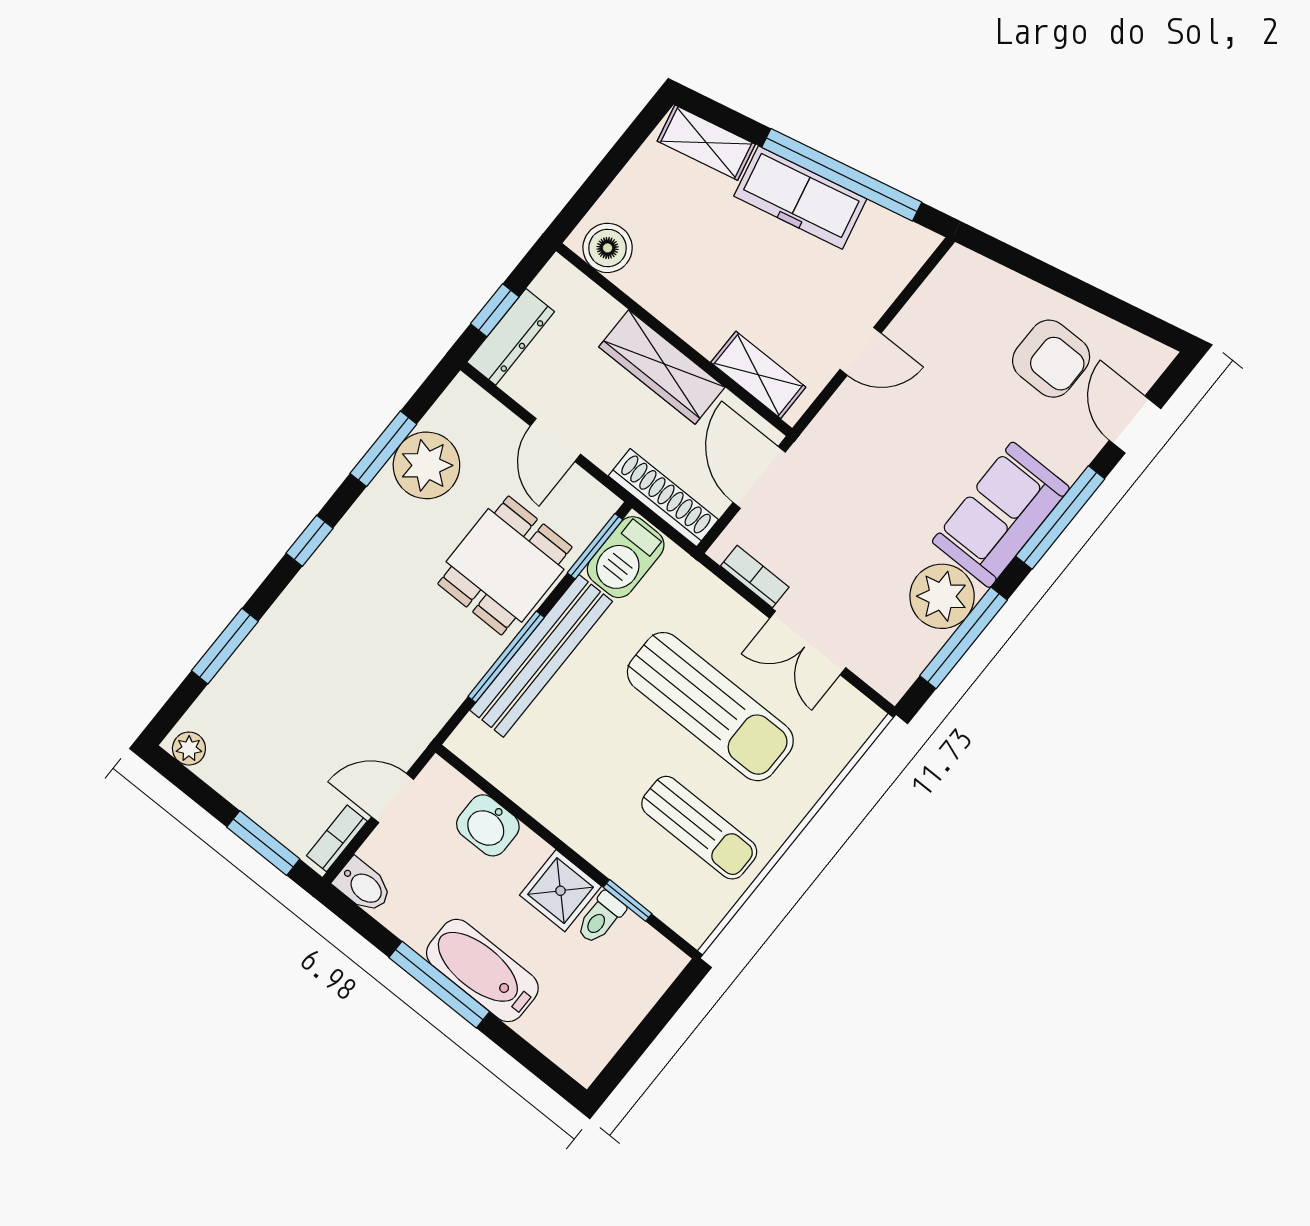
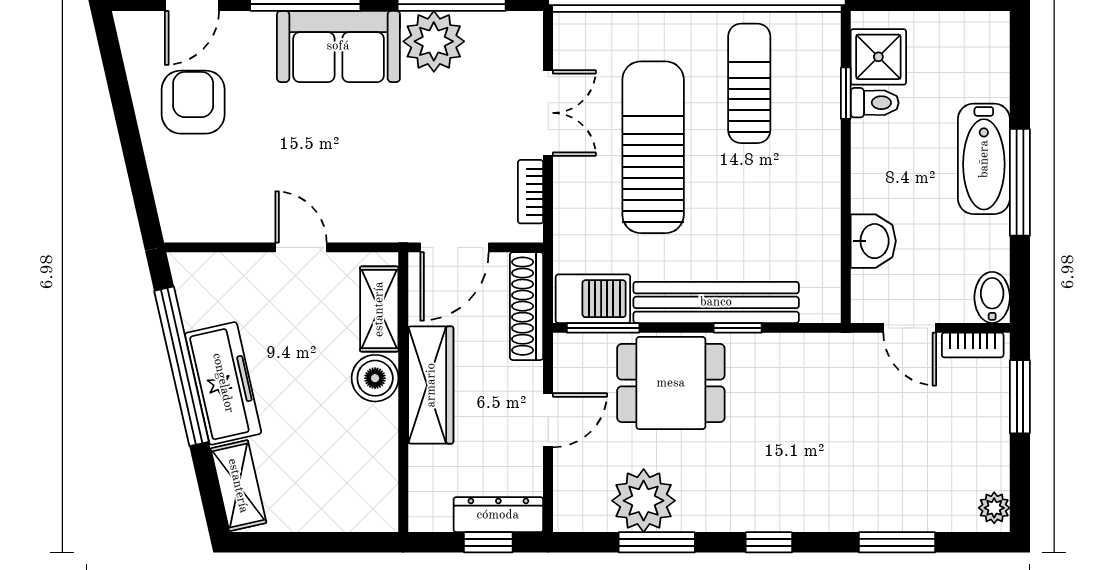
boiler: (608, 248) -> (375, 378), moved
window: (506, 657) -> (738, 328), width x0.46
shower: (561, 891) -> (878, 57), moved

